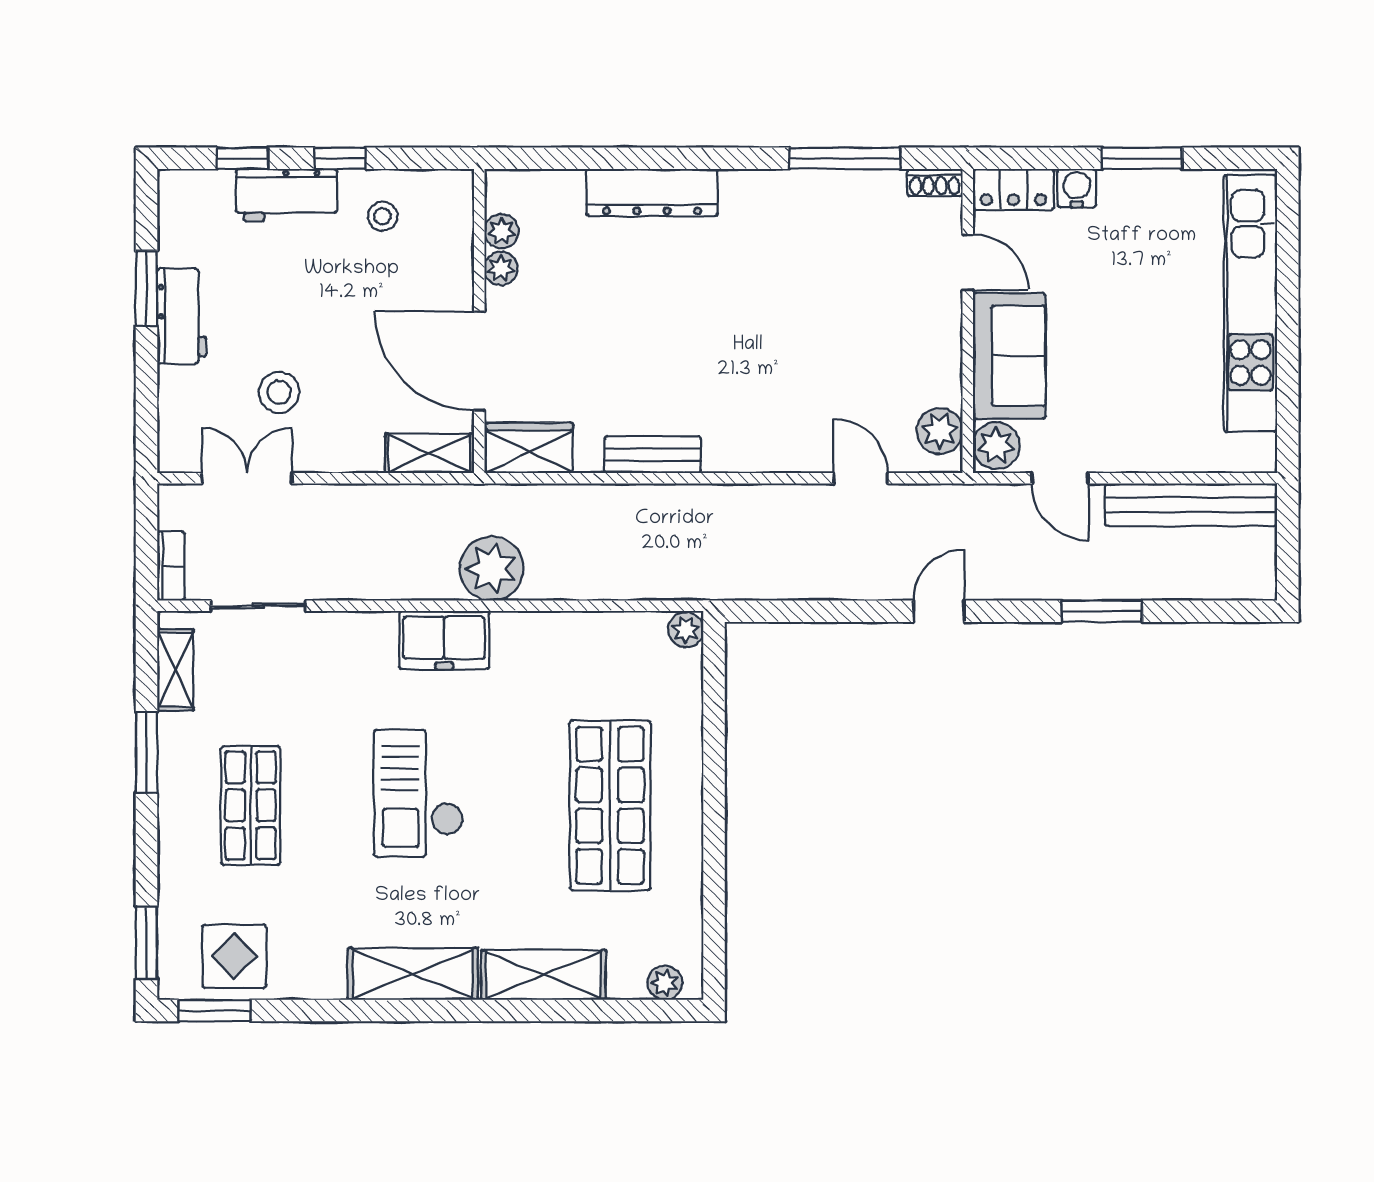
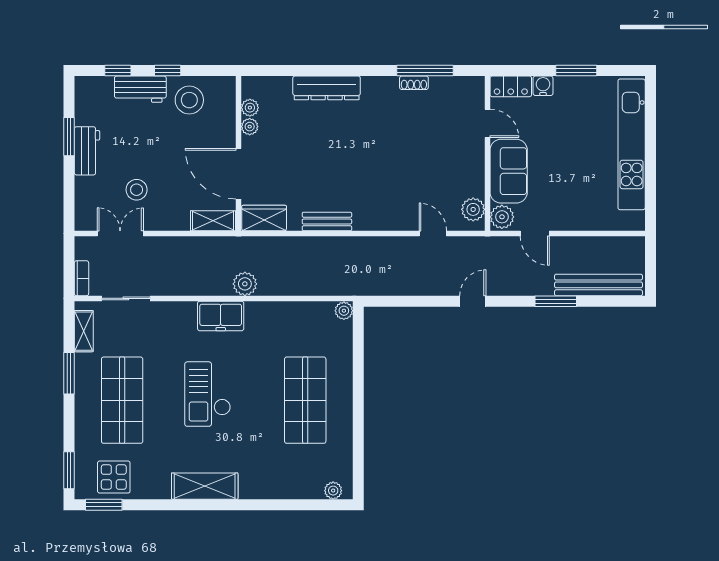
shoe rack: (935, 182) -> (414, 83), moved
stool: (383, 216) -> (189, 100), width x1.89, depth x1.89
bench: (1191, 505) -> (598, 285), moved
plant: (492, 569) -> (245, 284), width x0.73, depth x0.73
shop shelf: (251, 805) -> (122, 400), width x1.43, depth x1.36
shelving: (543, 975) -> (271, 487), removed

